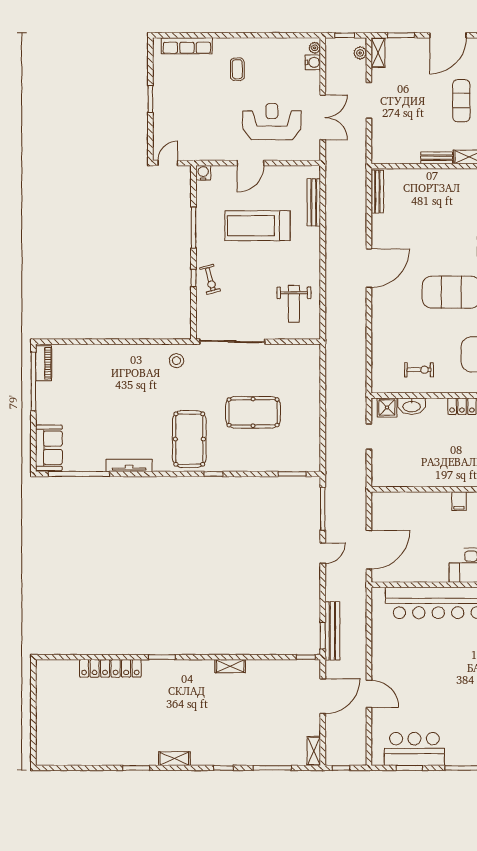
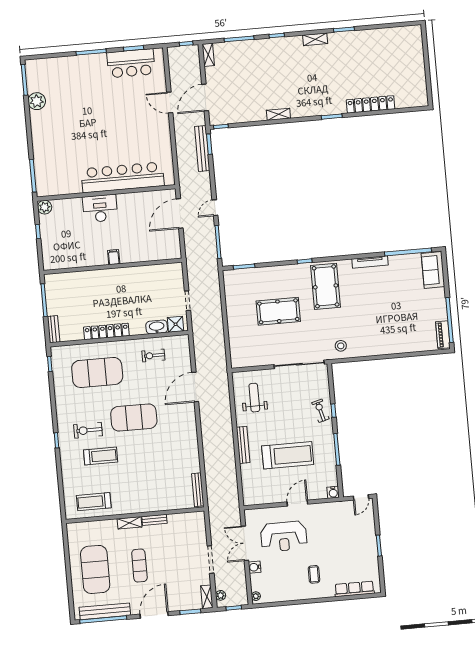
water cooler: (313, 62) -> (255, 567), moved
bench: (314, 202) -> (243, 445), moved
door: (369, 268) -> (195, 387), moved

